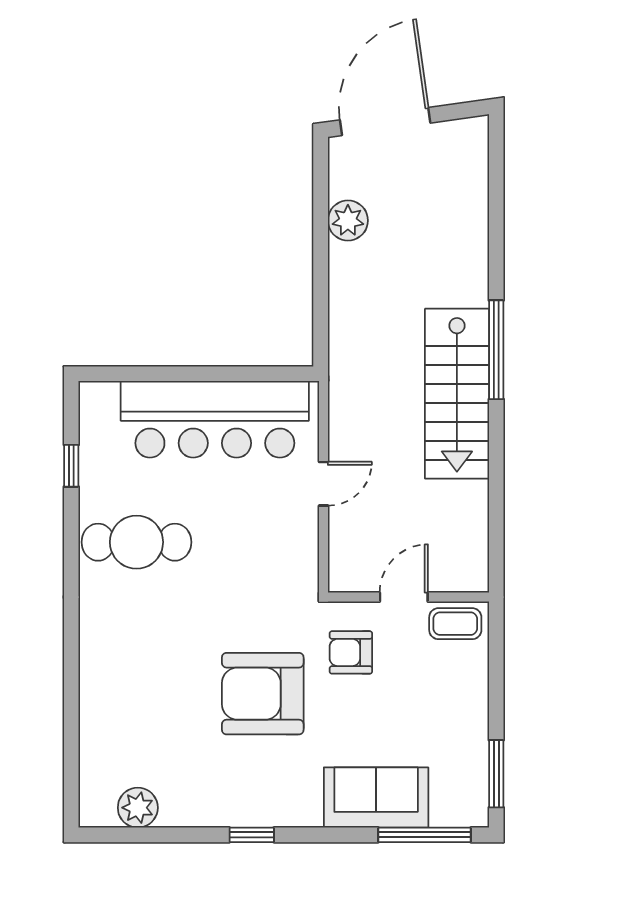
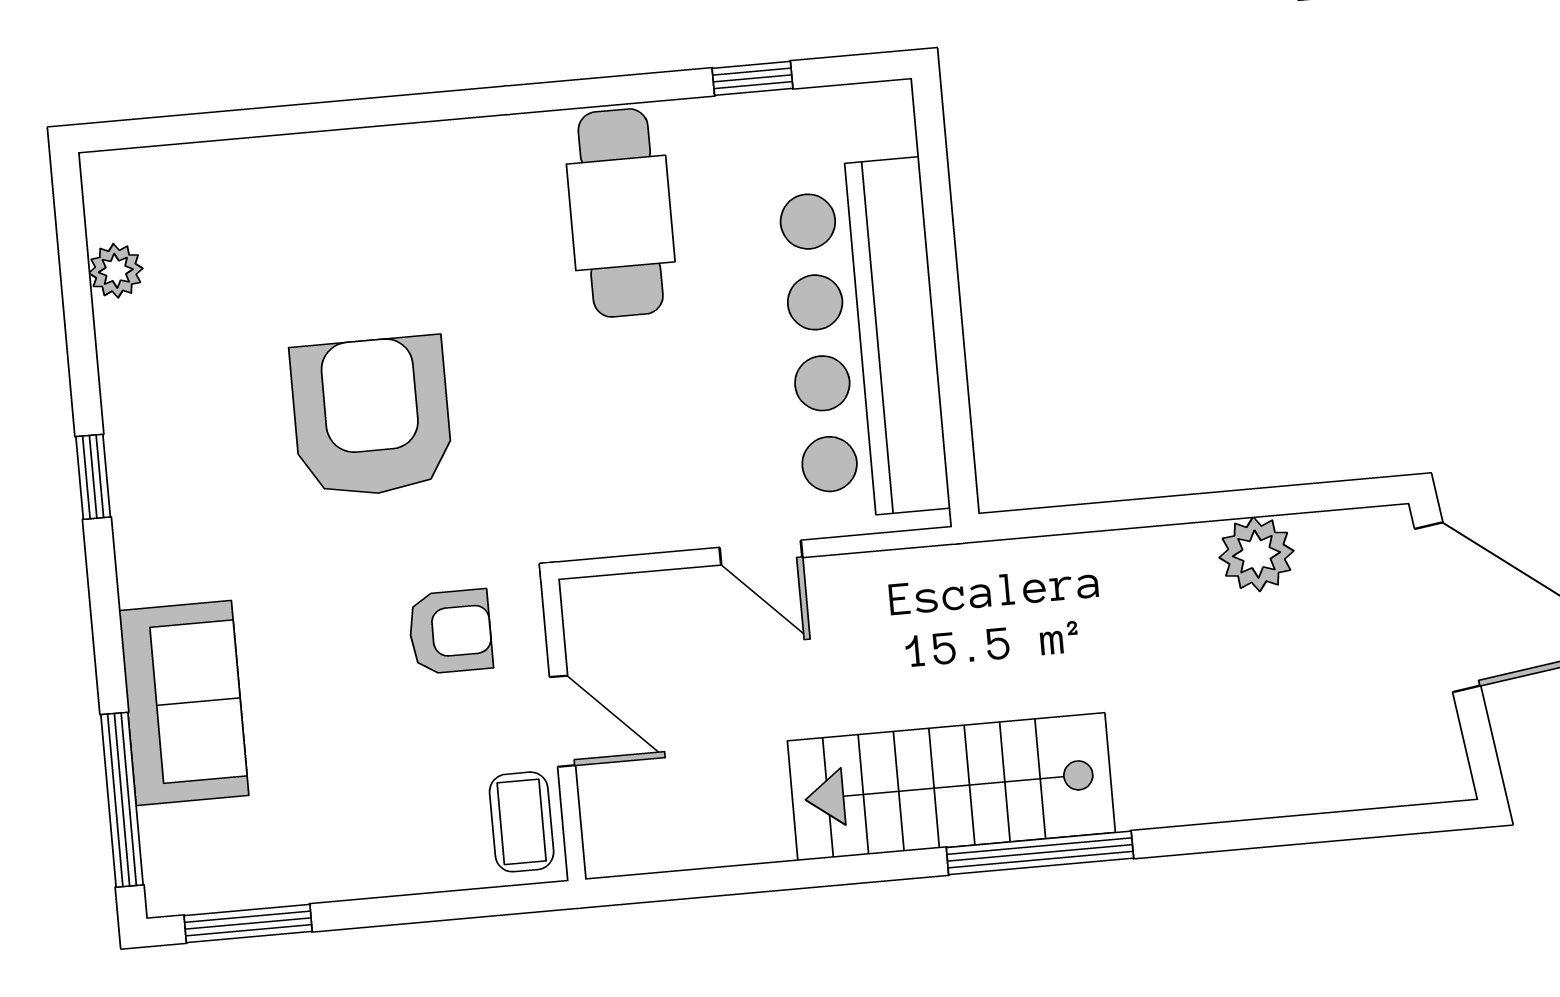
armchair: (351, 652) -> (450, 632), turned 90
armchair: (263, 694) -> (372, 417), moved
plant: (138, 808) -> (116, 271), width x0.73, depth x0.73

